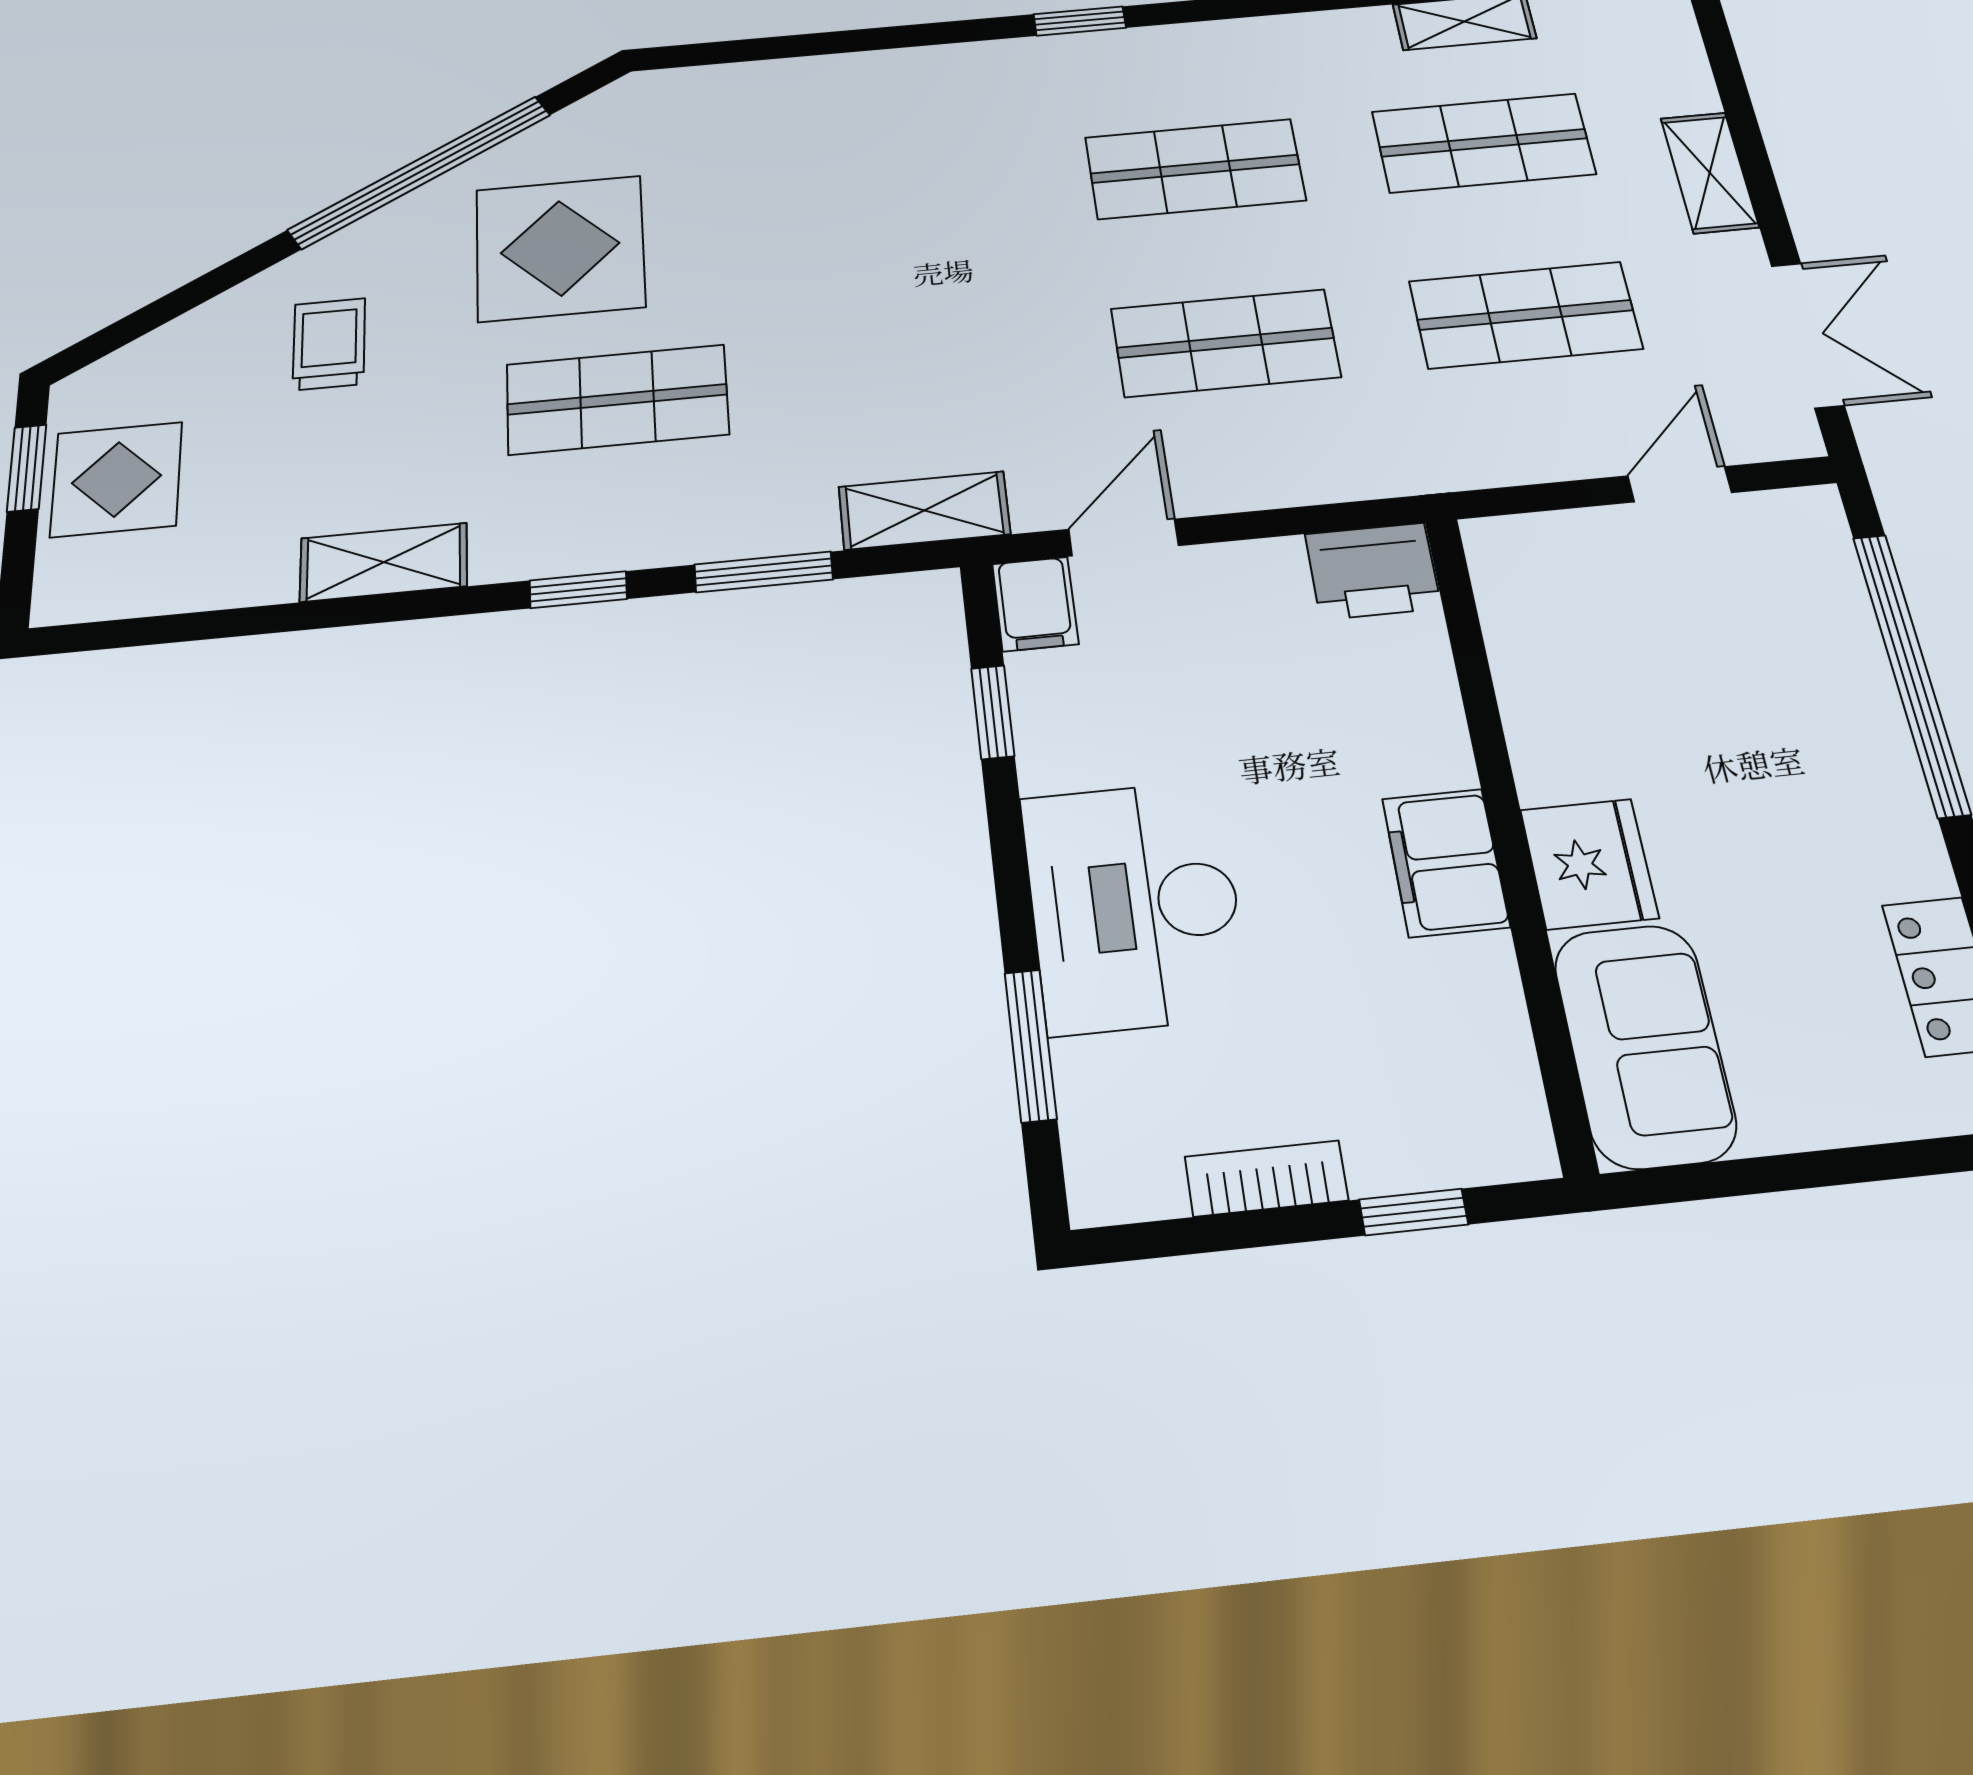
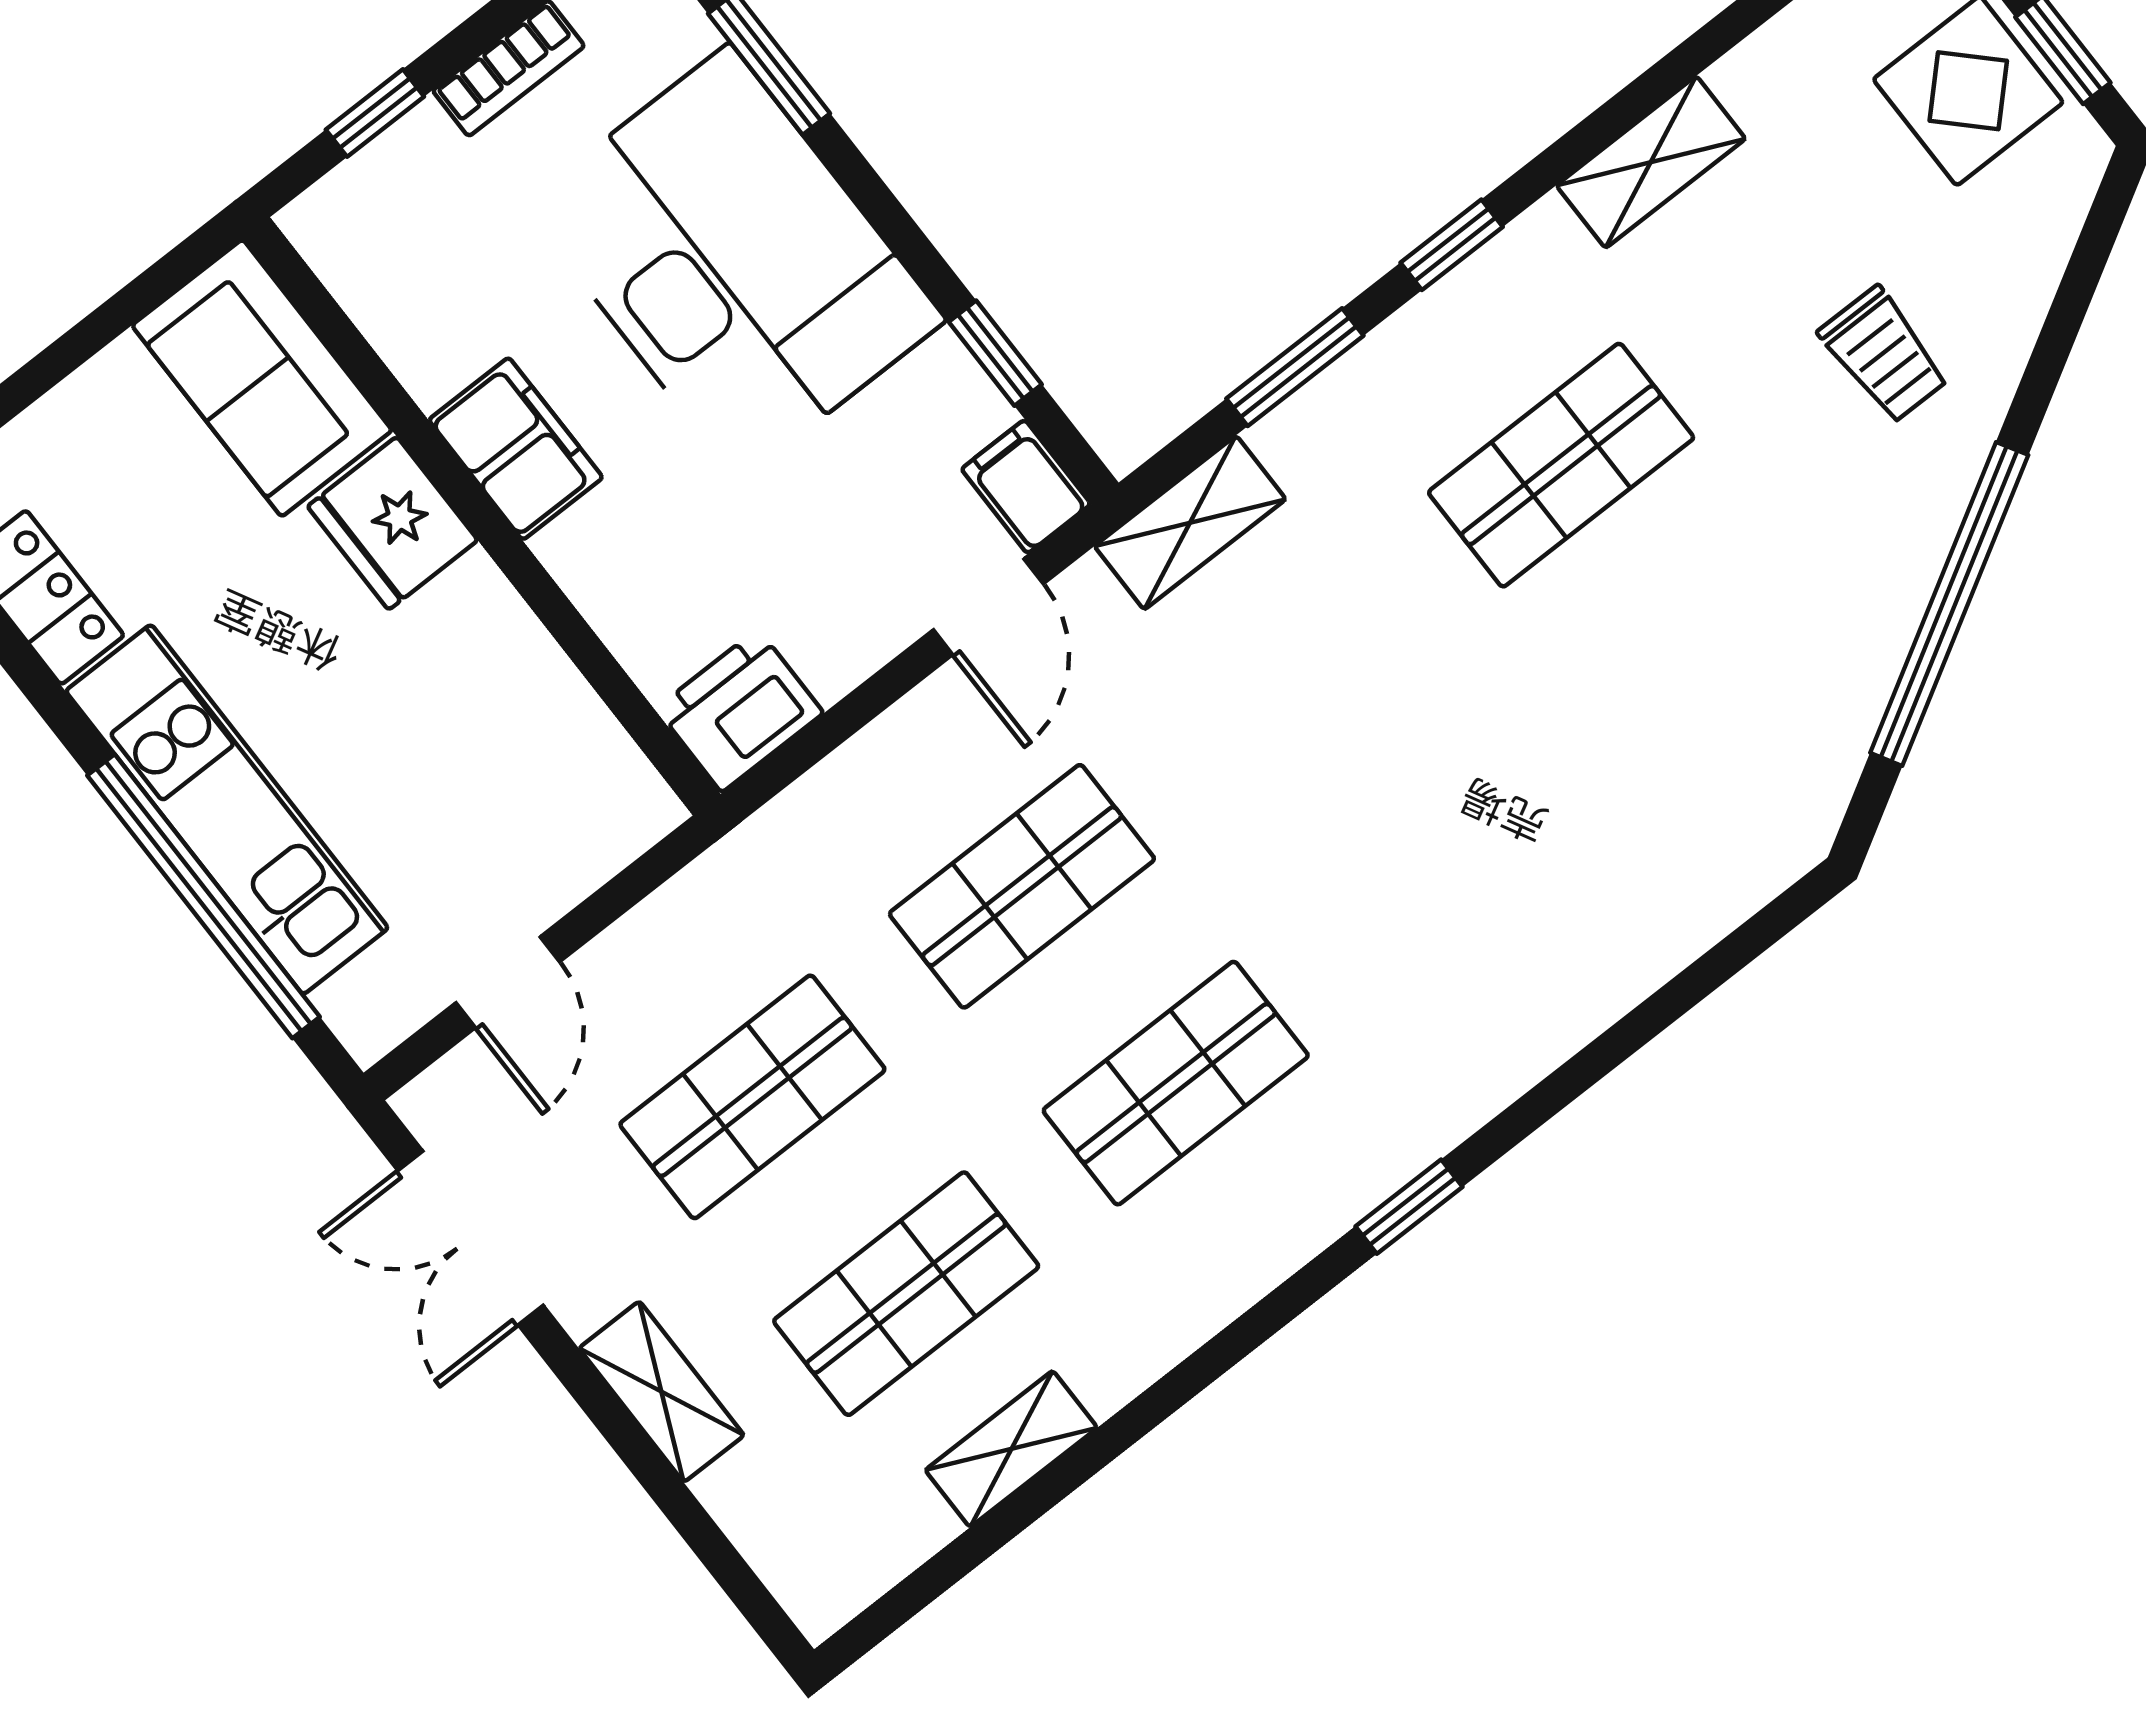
display table: (560, 248) -> (1742, 601), removed
kitchen unit: (1856, 725) -> (227, 809), added
desk: (1135, 906) -> (734, 262), width x1.36, depth x1.30

